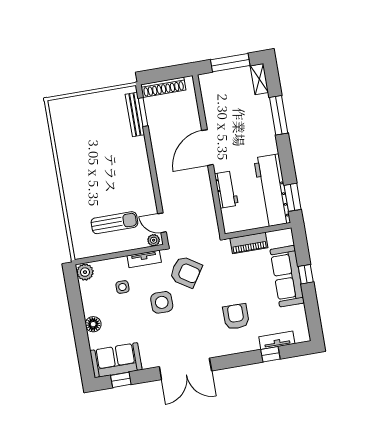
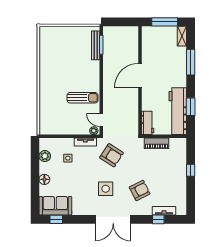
shoe rack: (163, 87) -> (118, 31), removed
workbench: (226, 190) -> (148, 123), moved
window: (293, 197) -> (191, 107), moved
sun lounger: (114, 223) -> (83, 98), moved
plant: (85, 272) -> (45, 156), moved
sofa: (287, 276) -> (178, 170), removed
side table: (162, 302) -> (106, 189), moved
armchair: (236, 317) -> (140, 190), turned 63
double door: (185, 369) -> (113, 219), moved

